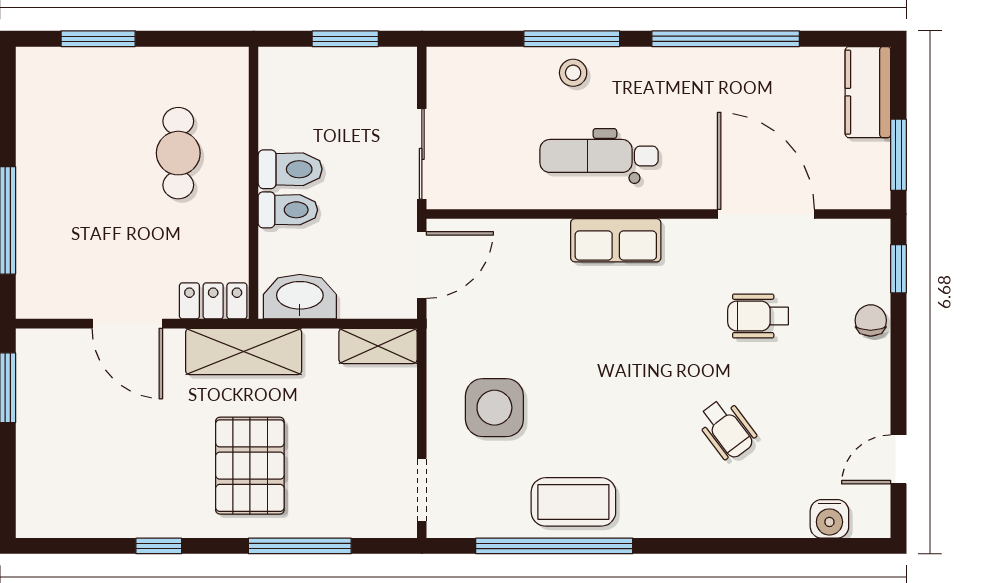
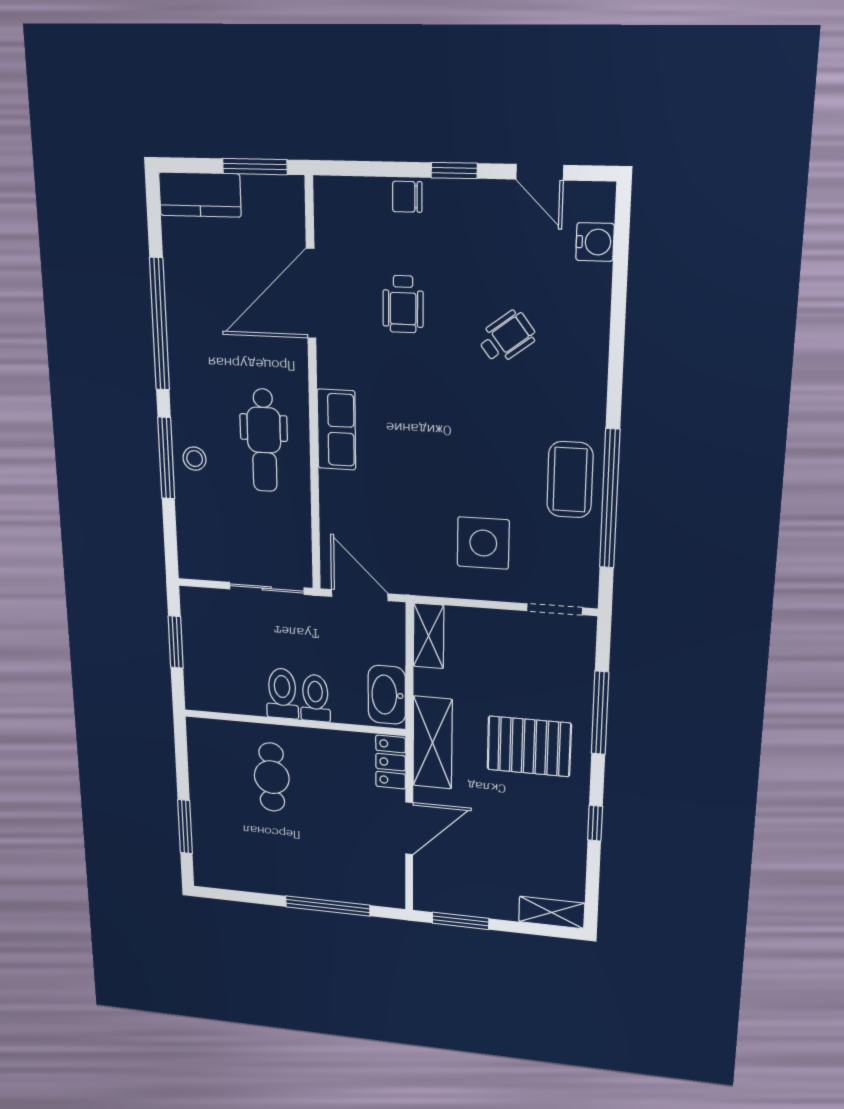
cafe table: (178, 153) -> (272, 777), turned 90
window: (898, 269) -> (454, 171), moved
shelving: (33, 499) -> (552, 912), added

